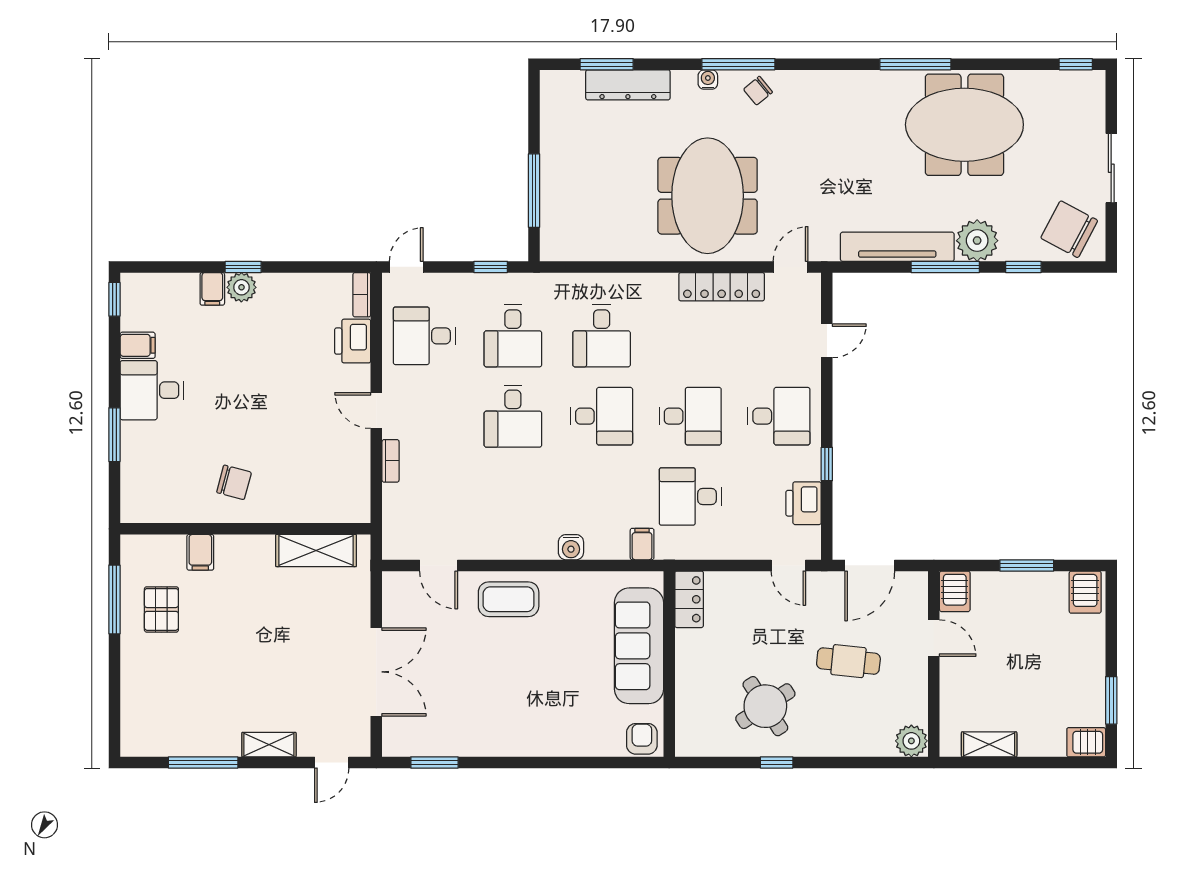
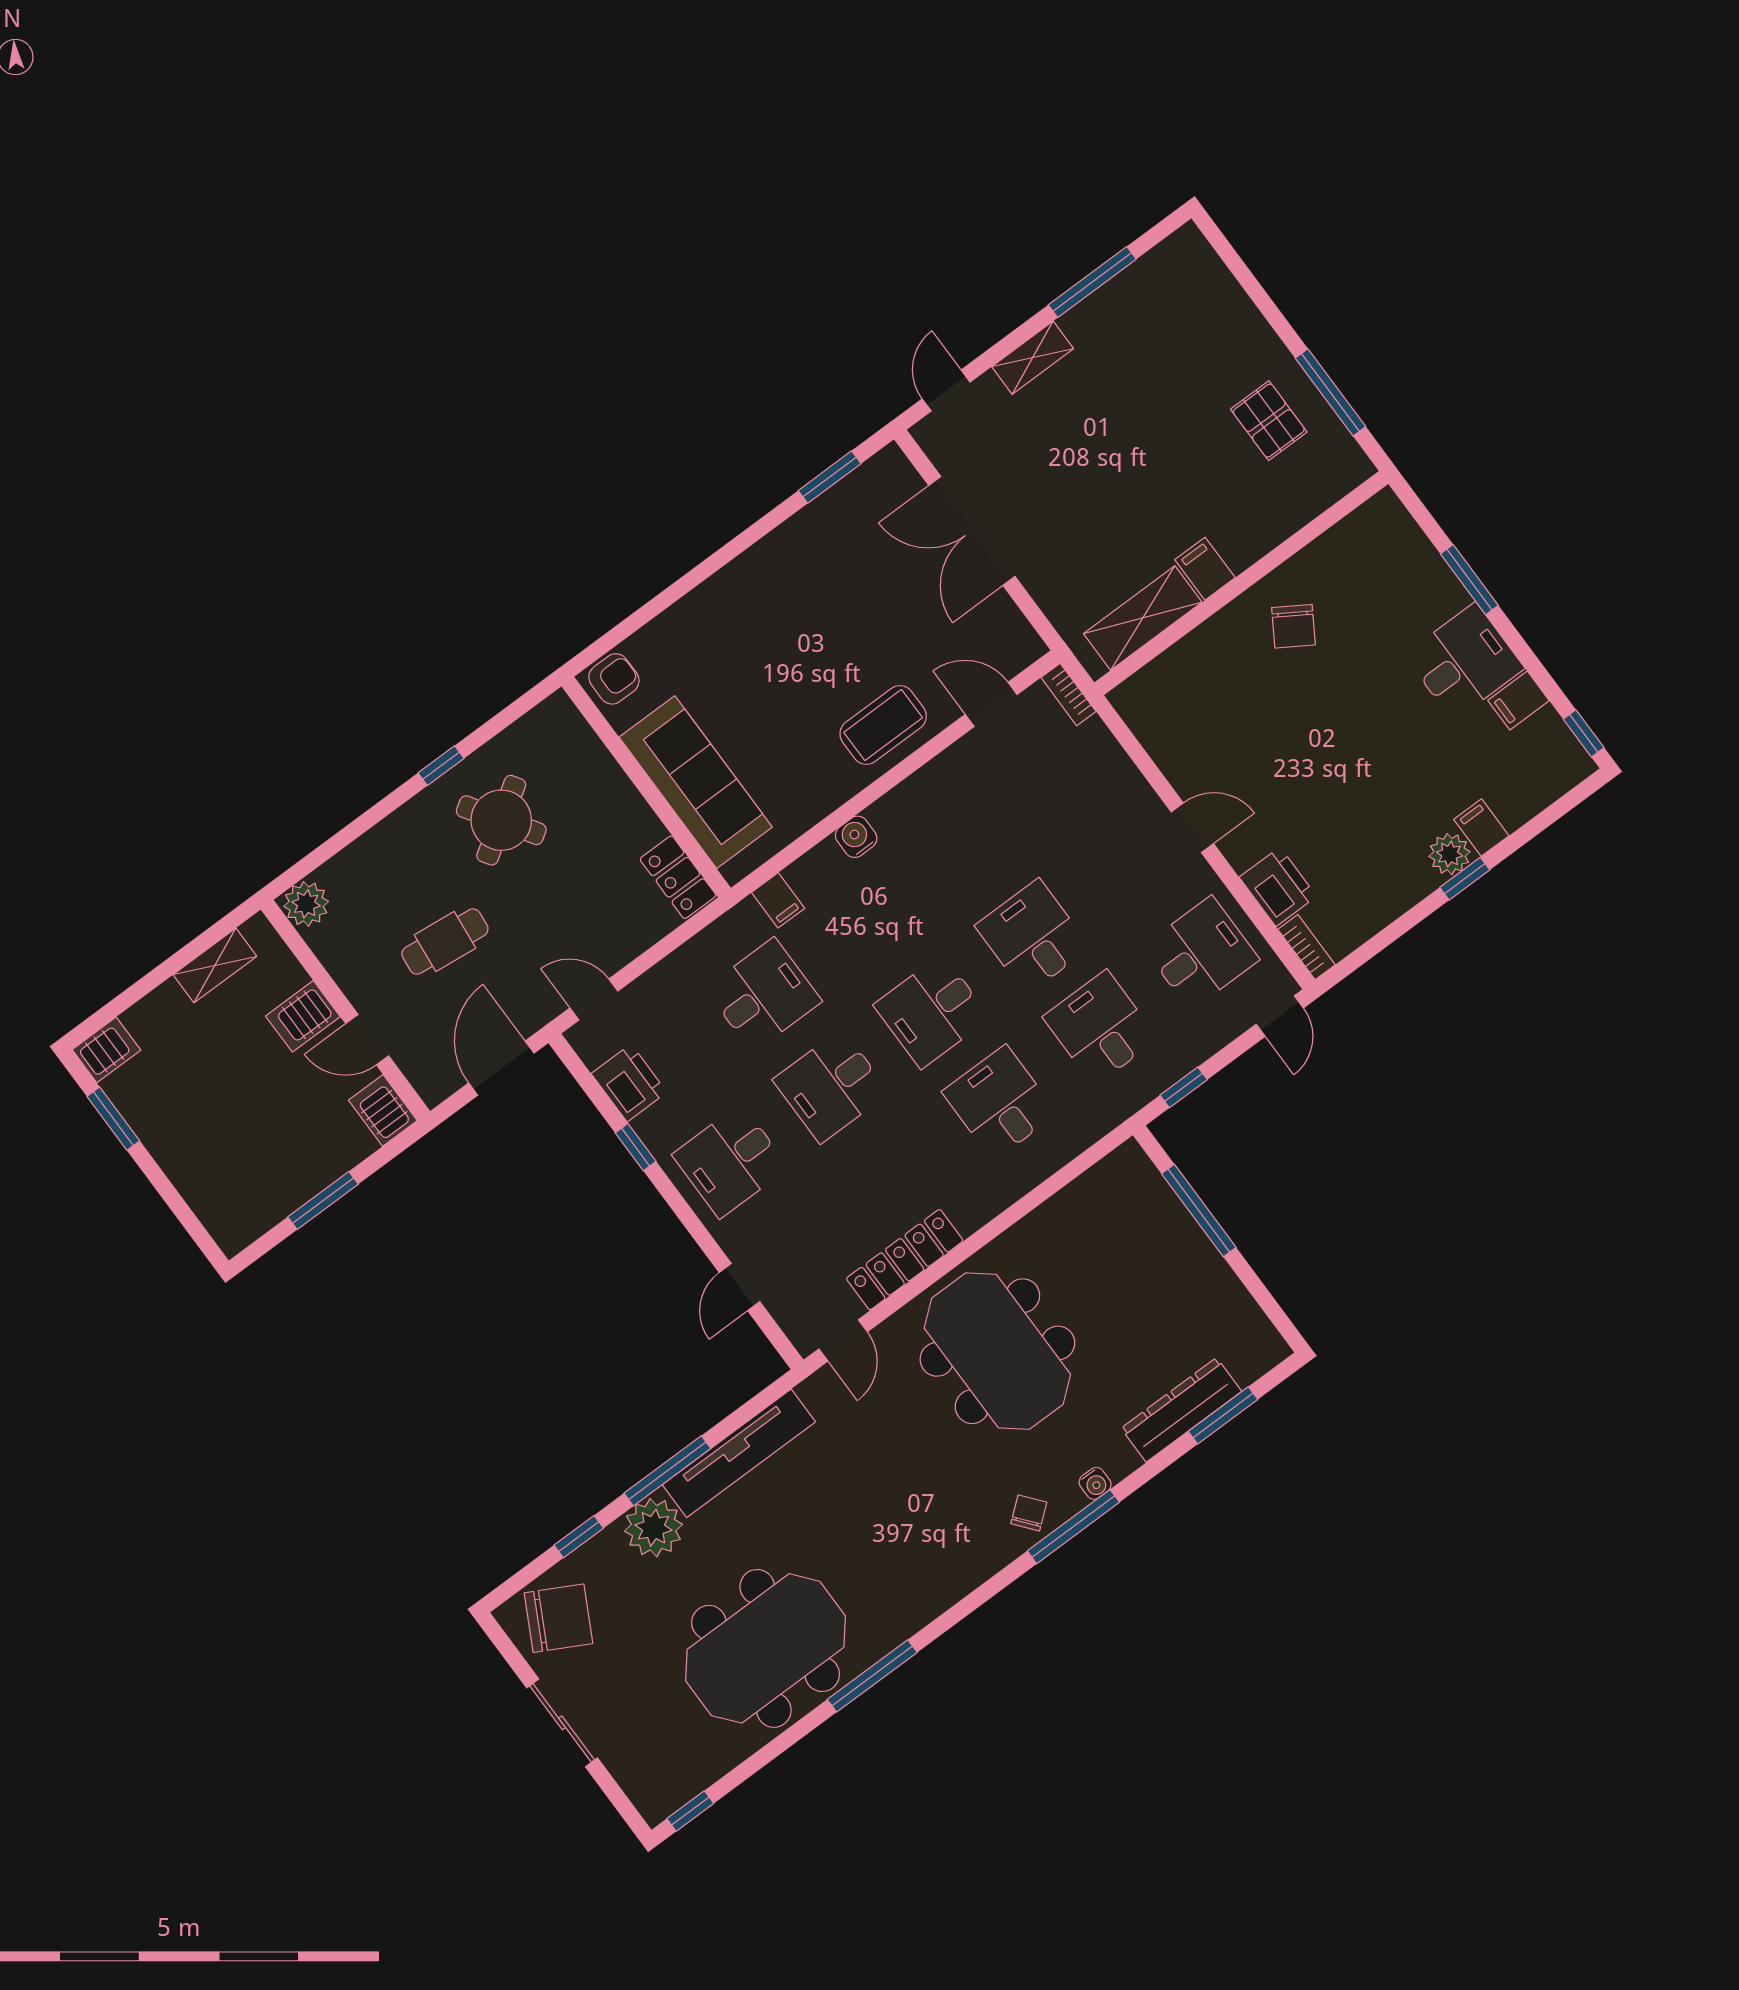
bookcase: (390, 461) -> (1068, 694), moved
chair: (234, 482) -> (1293, 626), turned -73
filing cabinet: (200, 552) -> (1205, 569), moved
server rack: (1085, 592) -> (303, 1016), moved, turned -90
armchair: (642, 739) -> (614, 679), turned -90

